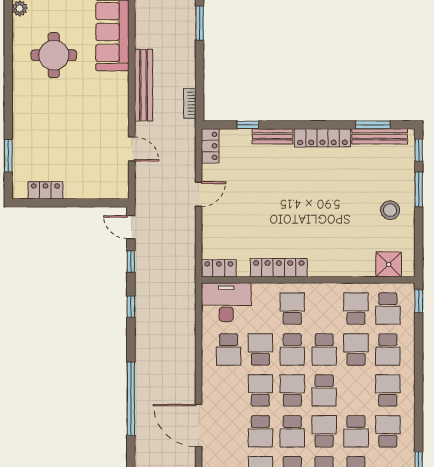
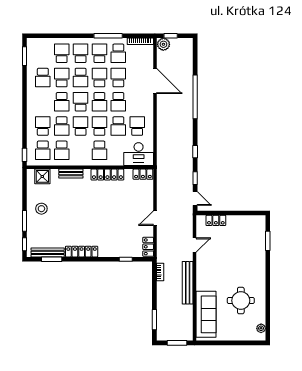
bench: (273, 136) -> (71, 174), moved
door: (132, 149) -> (195, 245), swing flipped
locker: (45, 190) -> (216, 220), moved
school desk: (388, 309) -> (43, 150), turned 180
school desk: (388, 390) -> (62, 102), moved

